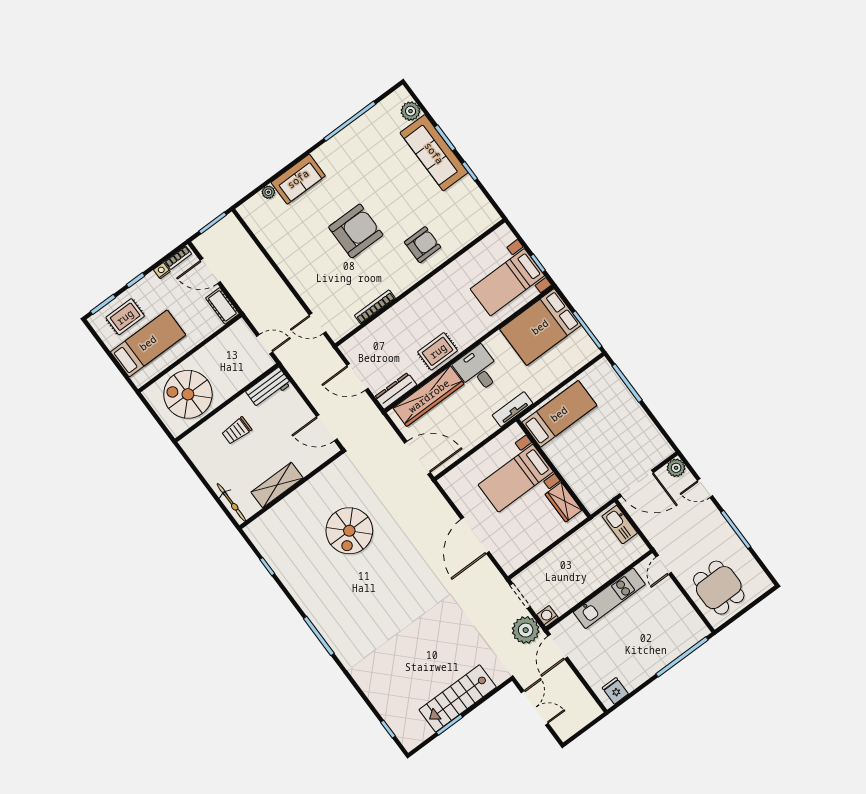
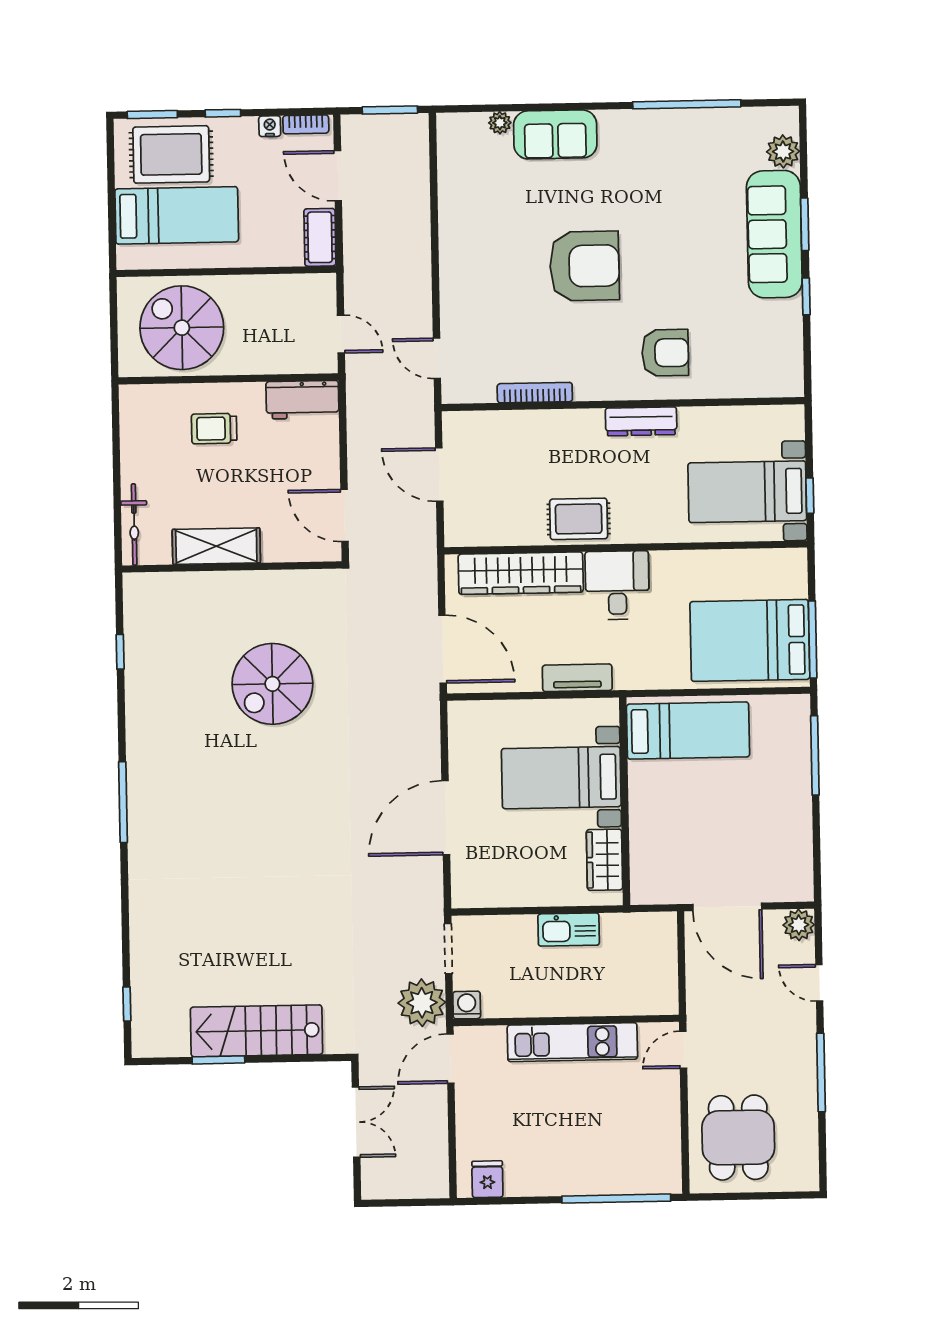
rug: (125, 317) -> (171, 154), width x1.36, depth x1.43
bed: (540, 327) -> (750, 640), moved
dresser: (396, 391) -> (641, 421), moved, turned 180
tv unit: (513, 409) -> (577, 678), moved
kitchen sink: (620, 525) -> (569, 930), moved, turned -90

